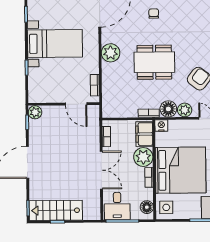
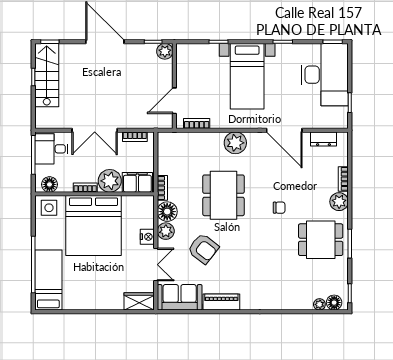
chair: (154, 14) -> (279, 208), moved
nightstand: (161, 126) -> (147, 237), moved

